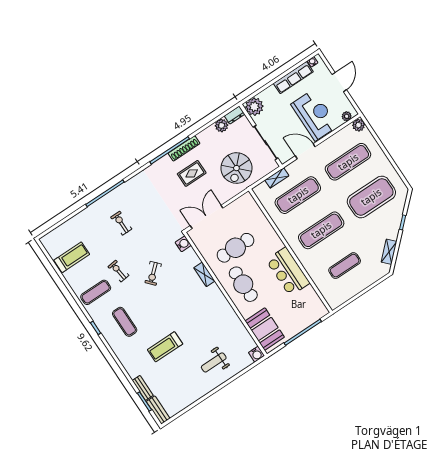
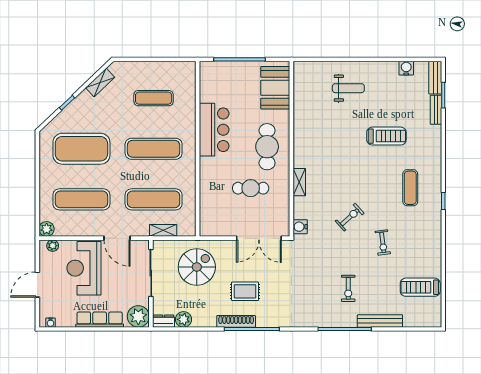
row of seats: (293, 78) -> (100, 320), moved
bench: (84, 215) -> (380, 321), added
cafe table: (235, 248) -> (251, 188), width x0.73, depth x0.74
exercise mat: (96, 292) -> (420, 236), removed
water cooler: (256, 354) -> (406, 68), moved

